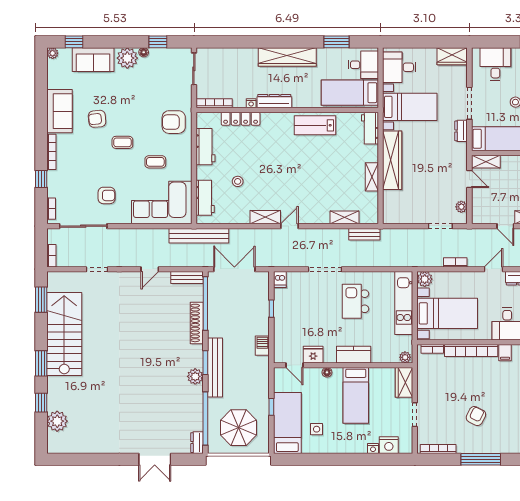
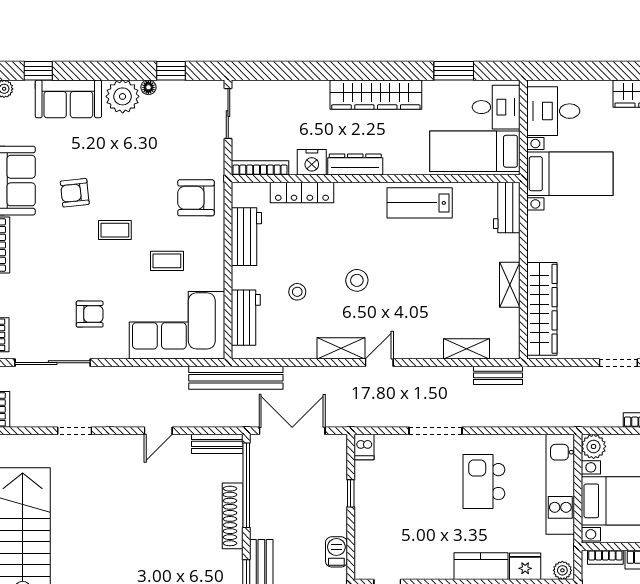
nightstand: (251, 103) -> (312, 162), width x1.89, depth x1.79
wardrobe: (392, 160) -> (542, 309), moved
stool: (275, 174) -> (357, 280), added
fridge: (313, 355) -> (525, 566), moved

